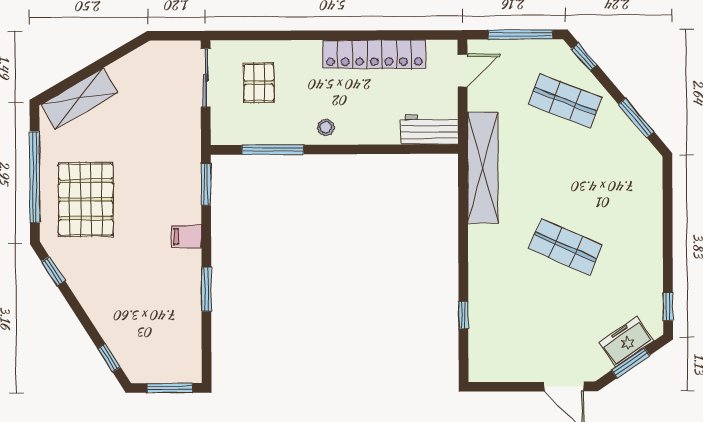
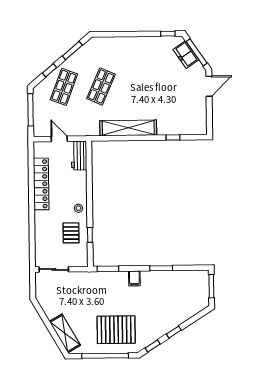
window: (584, 57) -> (50, 70), moved
door: (463, 71) -> (59, 139), moved
pallet: (259, 83) -> (71, 233), moved, turned 90
window: (273, 150) -> (90, 235), width x0.46
shelving: (483, 168) -> (128, 128), moved
shop shelf: (565, 247) -> (101, 86), moved
window: (109, 358) -> (174, 332), moved
window: (631, 363) -> (197, 52), width x1.44

